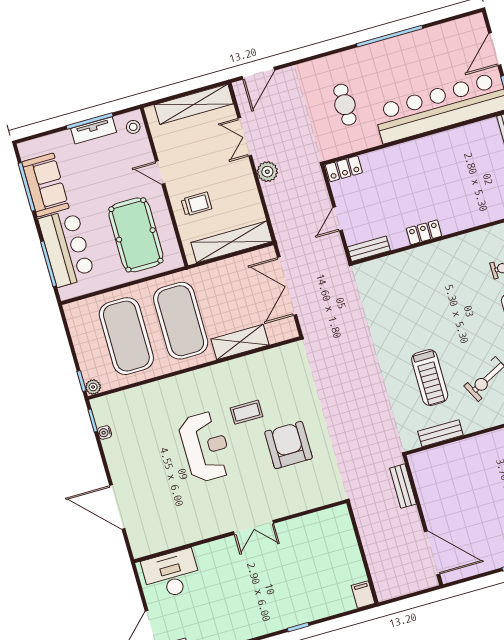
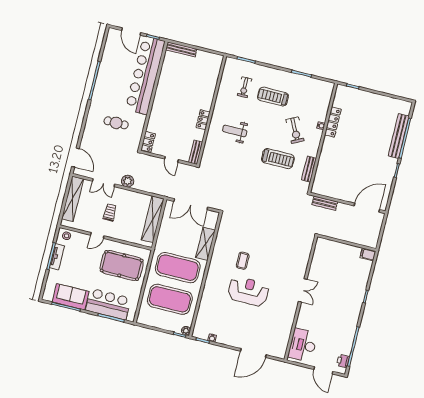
trolley: (196, 204) -> (110, 212), moved
weight bench: (434, 289) -> (235, 131), added
armchair: (288, 445) -> (271, 249), removed

